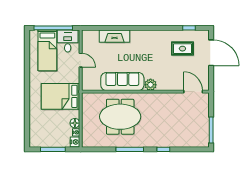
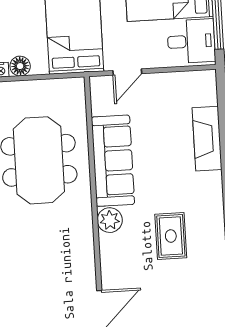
rug: (182, 49) -> (171, 236), moved
door: (81, 60) -> (127, 72), moved

